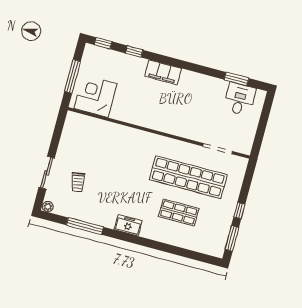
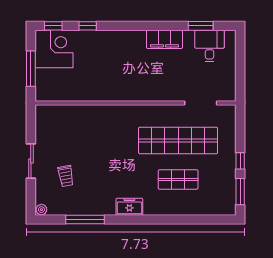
filing cabinet: (163, 72) -> (164, 39), moved
corner desk: (96, 96) -> (54, 49), moved, turned 90
sliding door: (47, 173) -> (31, 161), moved

